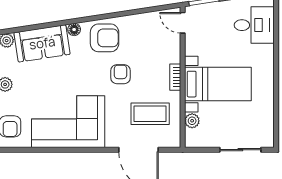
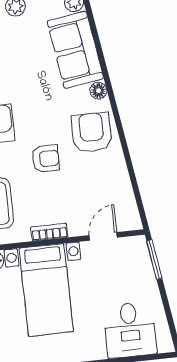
door: (183, 23) -> (103, 236), moved
armchair: (105, 38) -> (92, 132), turned 180

